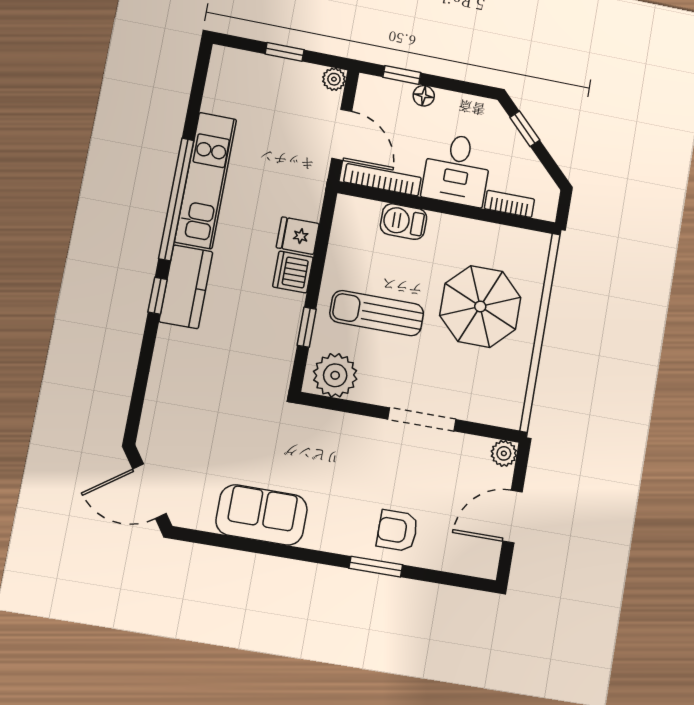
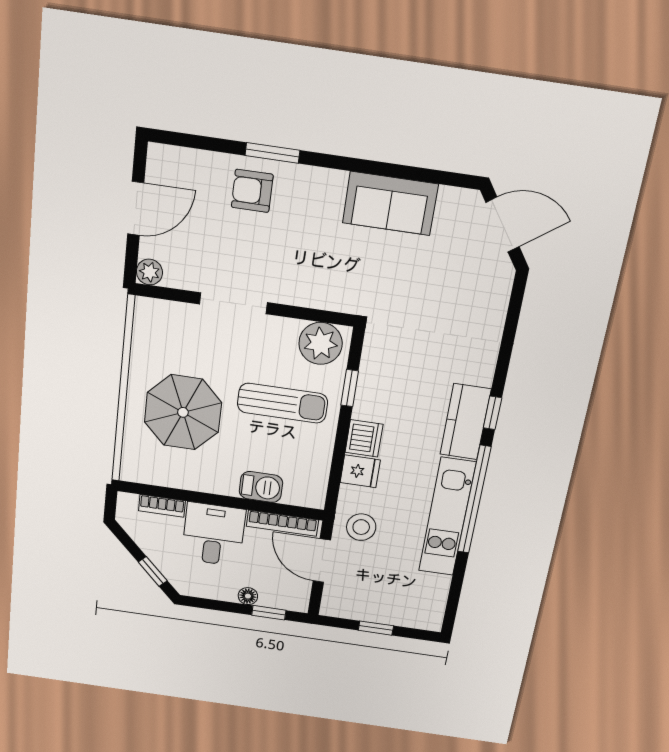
plant: (334, 79) -> (331, 607), removed
stool: (298, 172) -> (361, 527), added
armchair: (397, 531) -> (252, 191), turned 180

